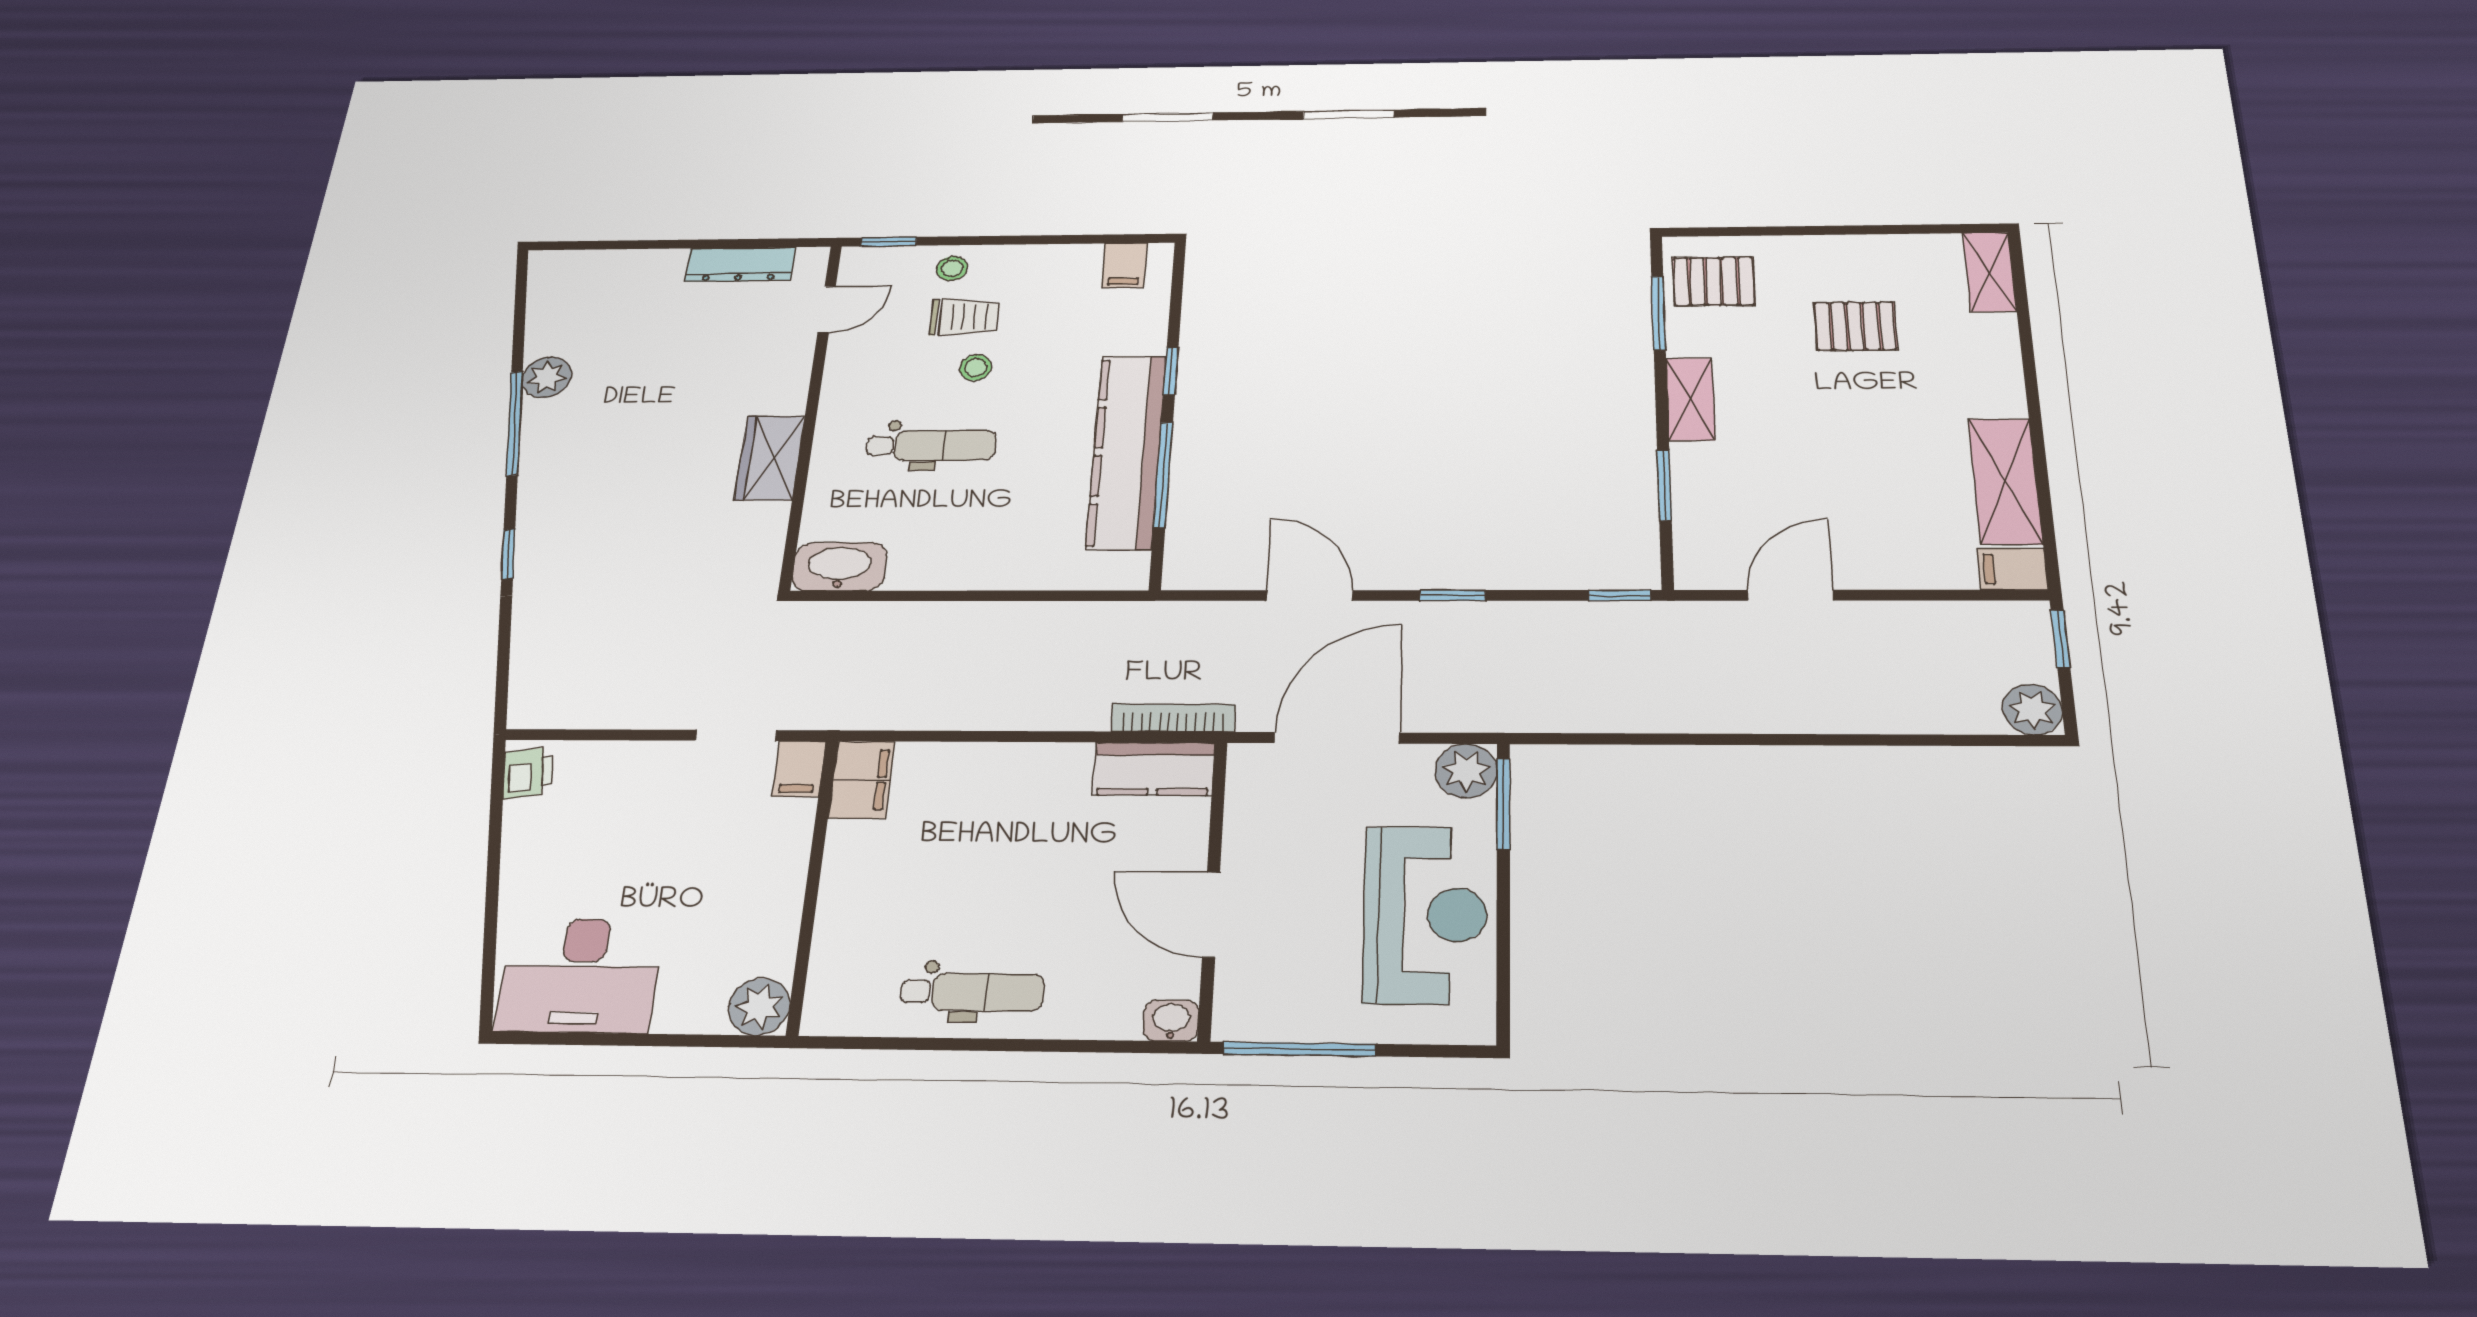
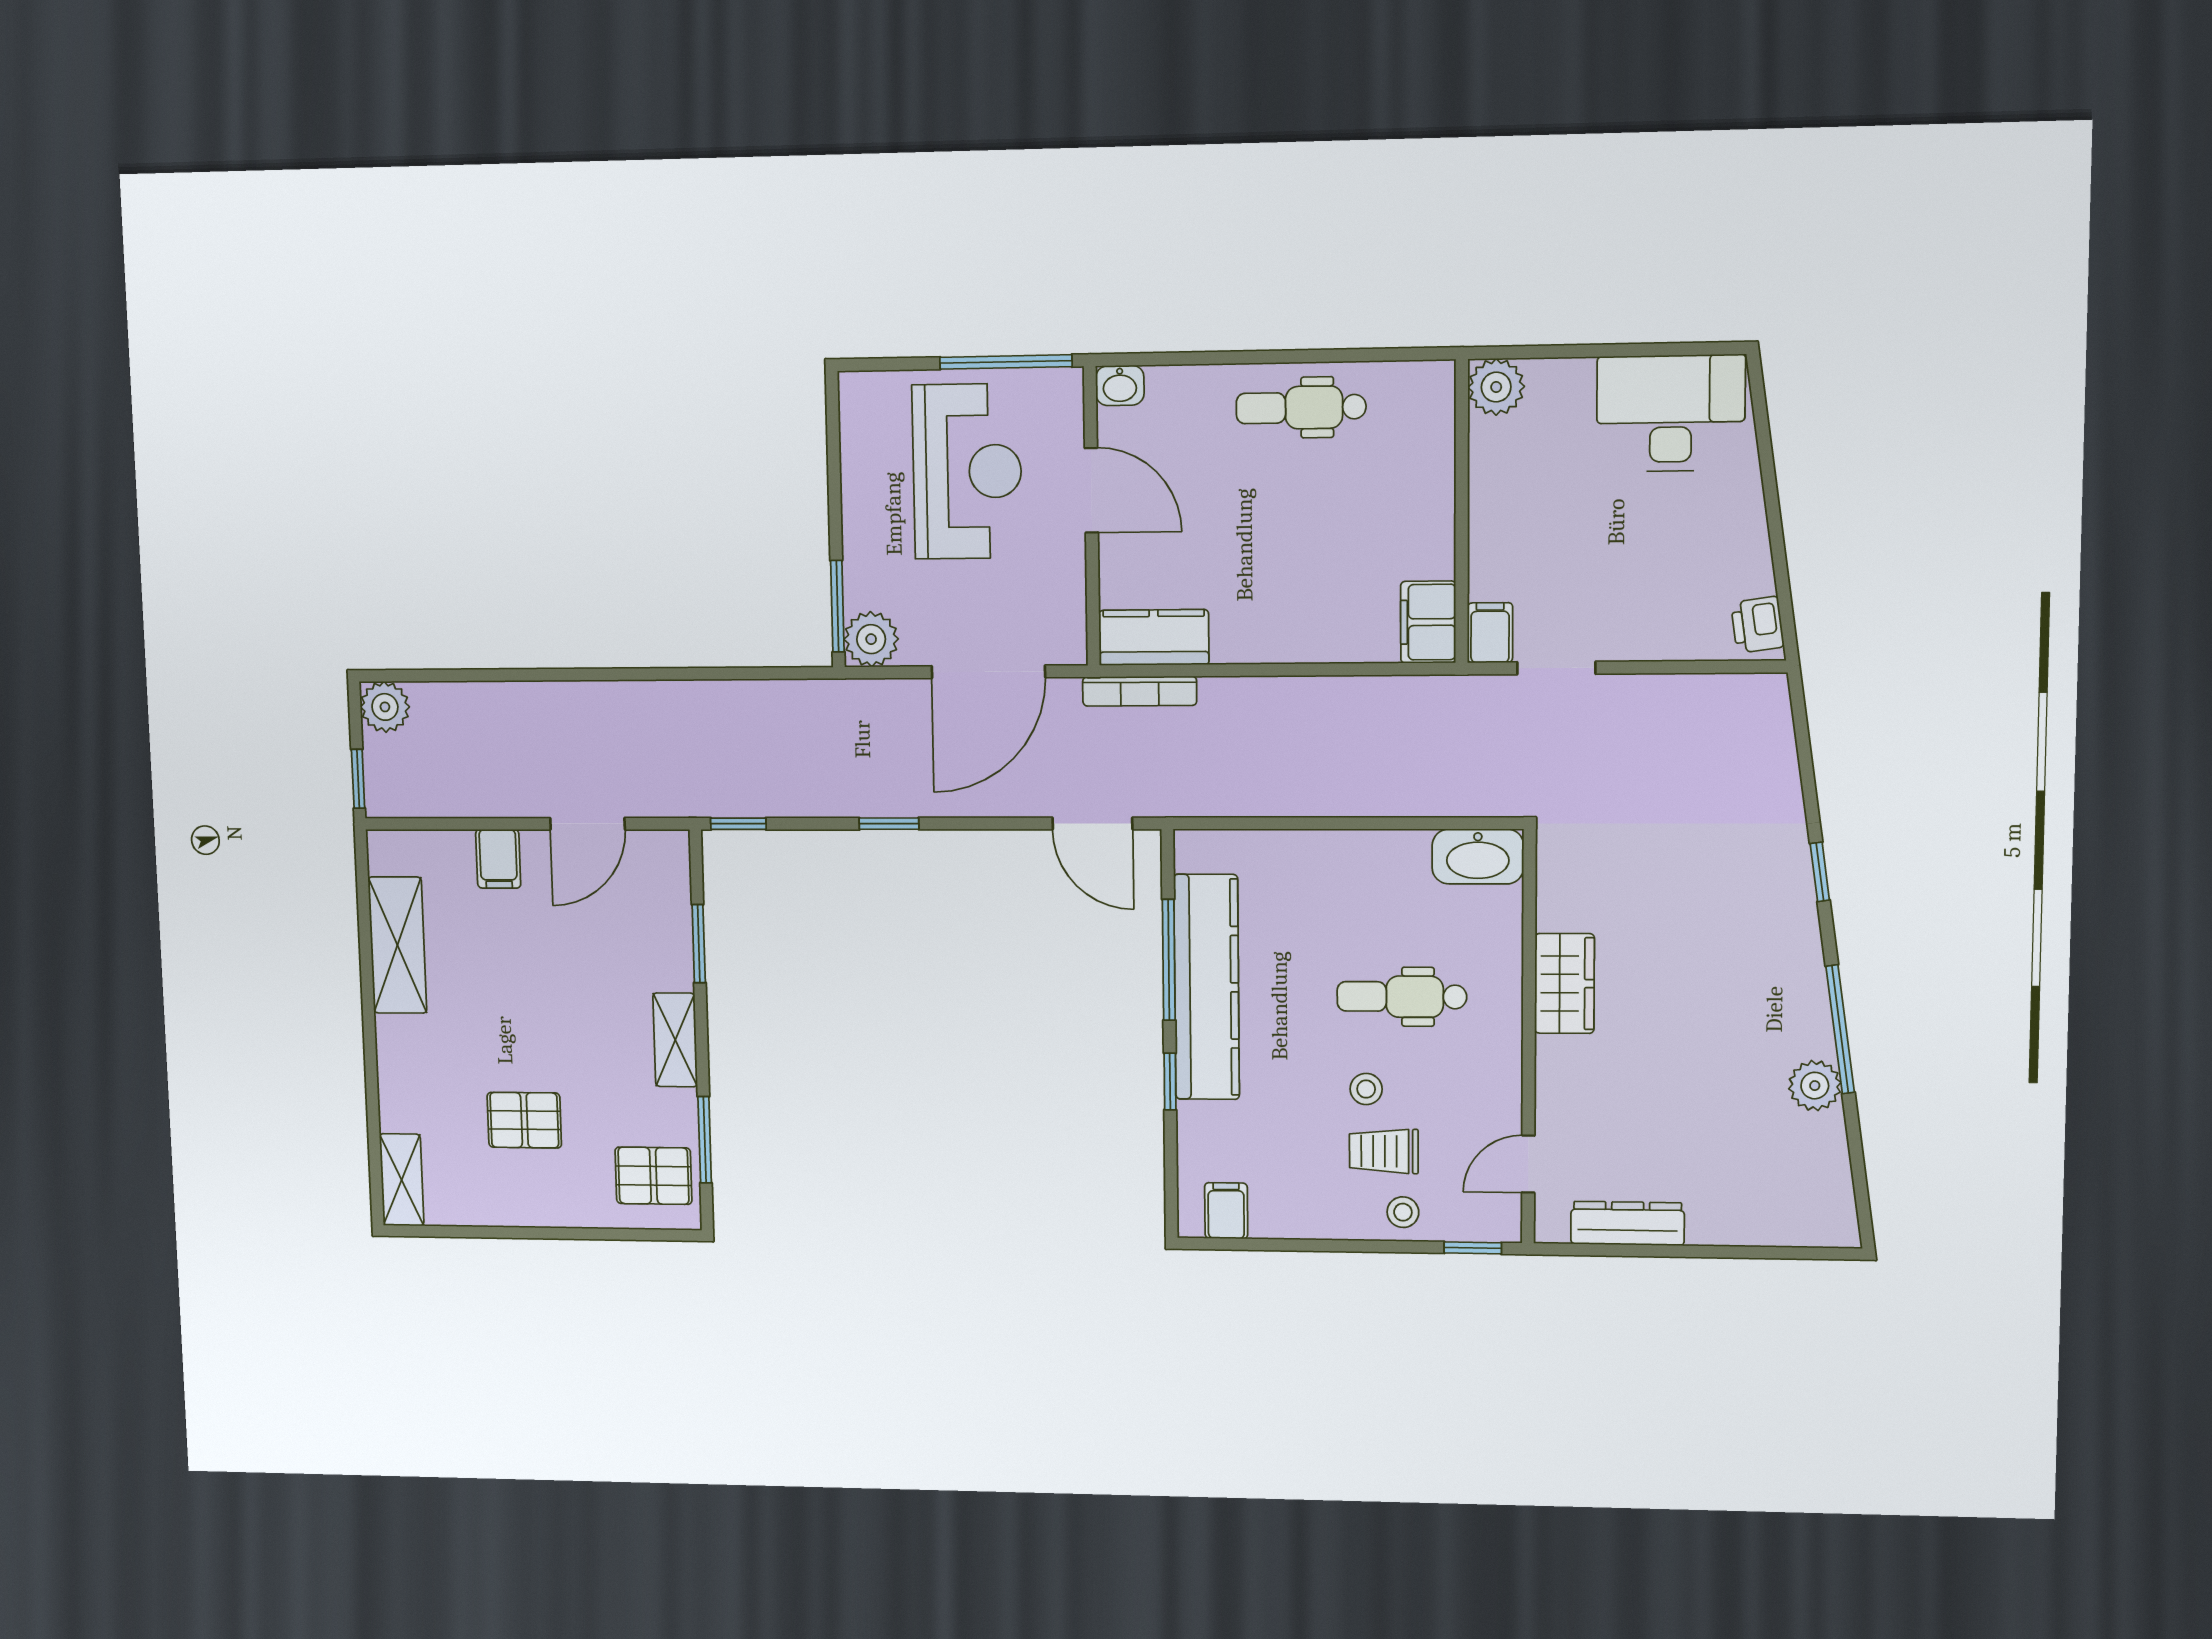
filing cabinet: (2013, 569) -> (498, 859), moved, turned 90
door: (1310, 596) -> (1092, 823), moved
reception desk: (1425, 915) -> (967, 471), moved, turned 180

